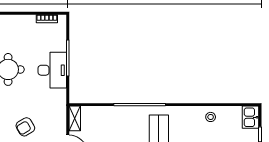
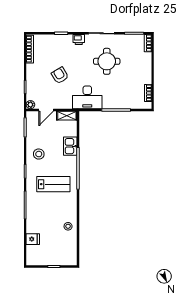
desk: (52, 70) -> (87, 97), moved
kitchen sink: (251, 117) -> (70, 146), moved, turned -90

